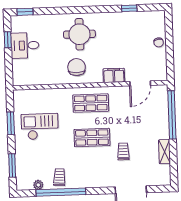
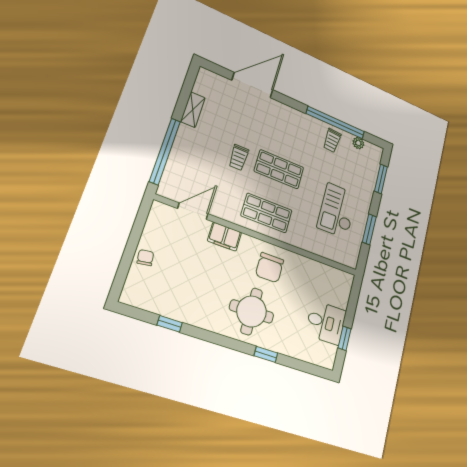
window: (25, 12) -> (266, 354), moved
checkout: (40, 127) -> (337, 211), turned 90
trolley: (123, 151) -> (239, 157), moved

